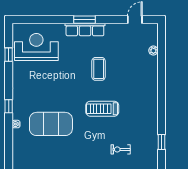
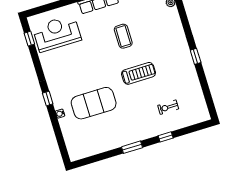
window: (9, 55) -> (29, 39), moved
treadmill: (102, 109) -> (138, 73), turned 180
window: (161, 142) -> (196, 56), moved

